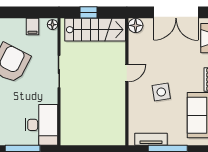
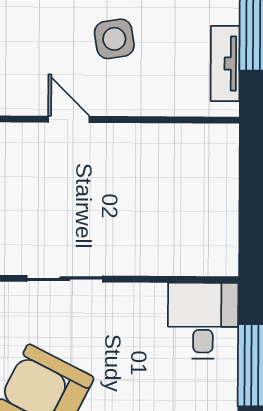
desk: (41, 125) -> (203, 321), width x0.73

